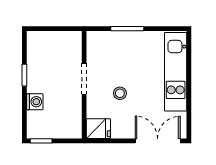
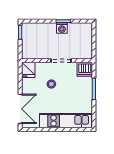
dishwasher: (97, 42) -> (85, 69), added
washing machine: (35, 102) -> (62, 28), moved

